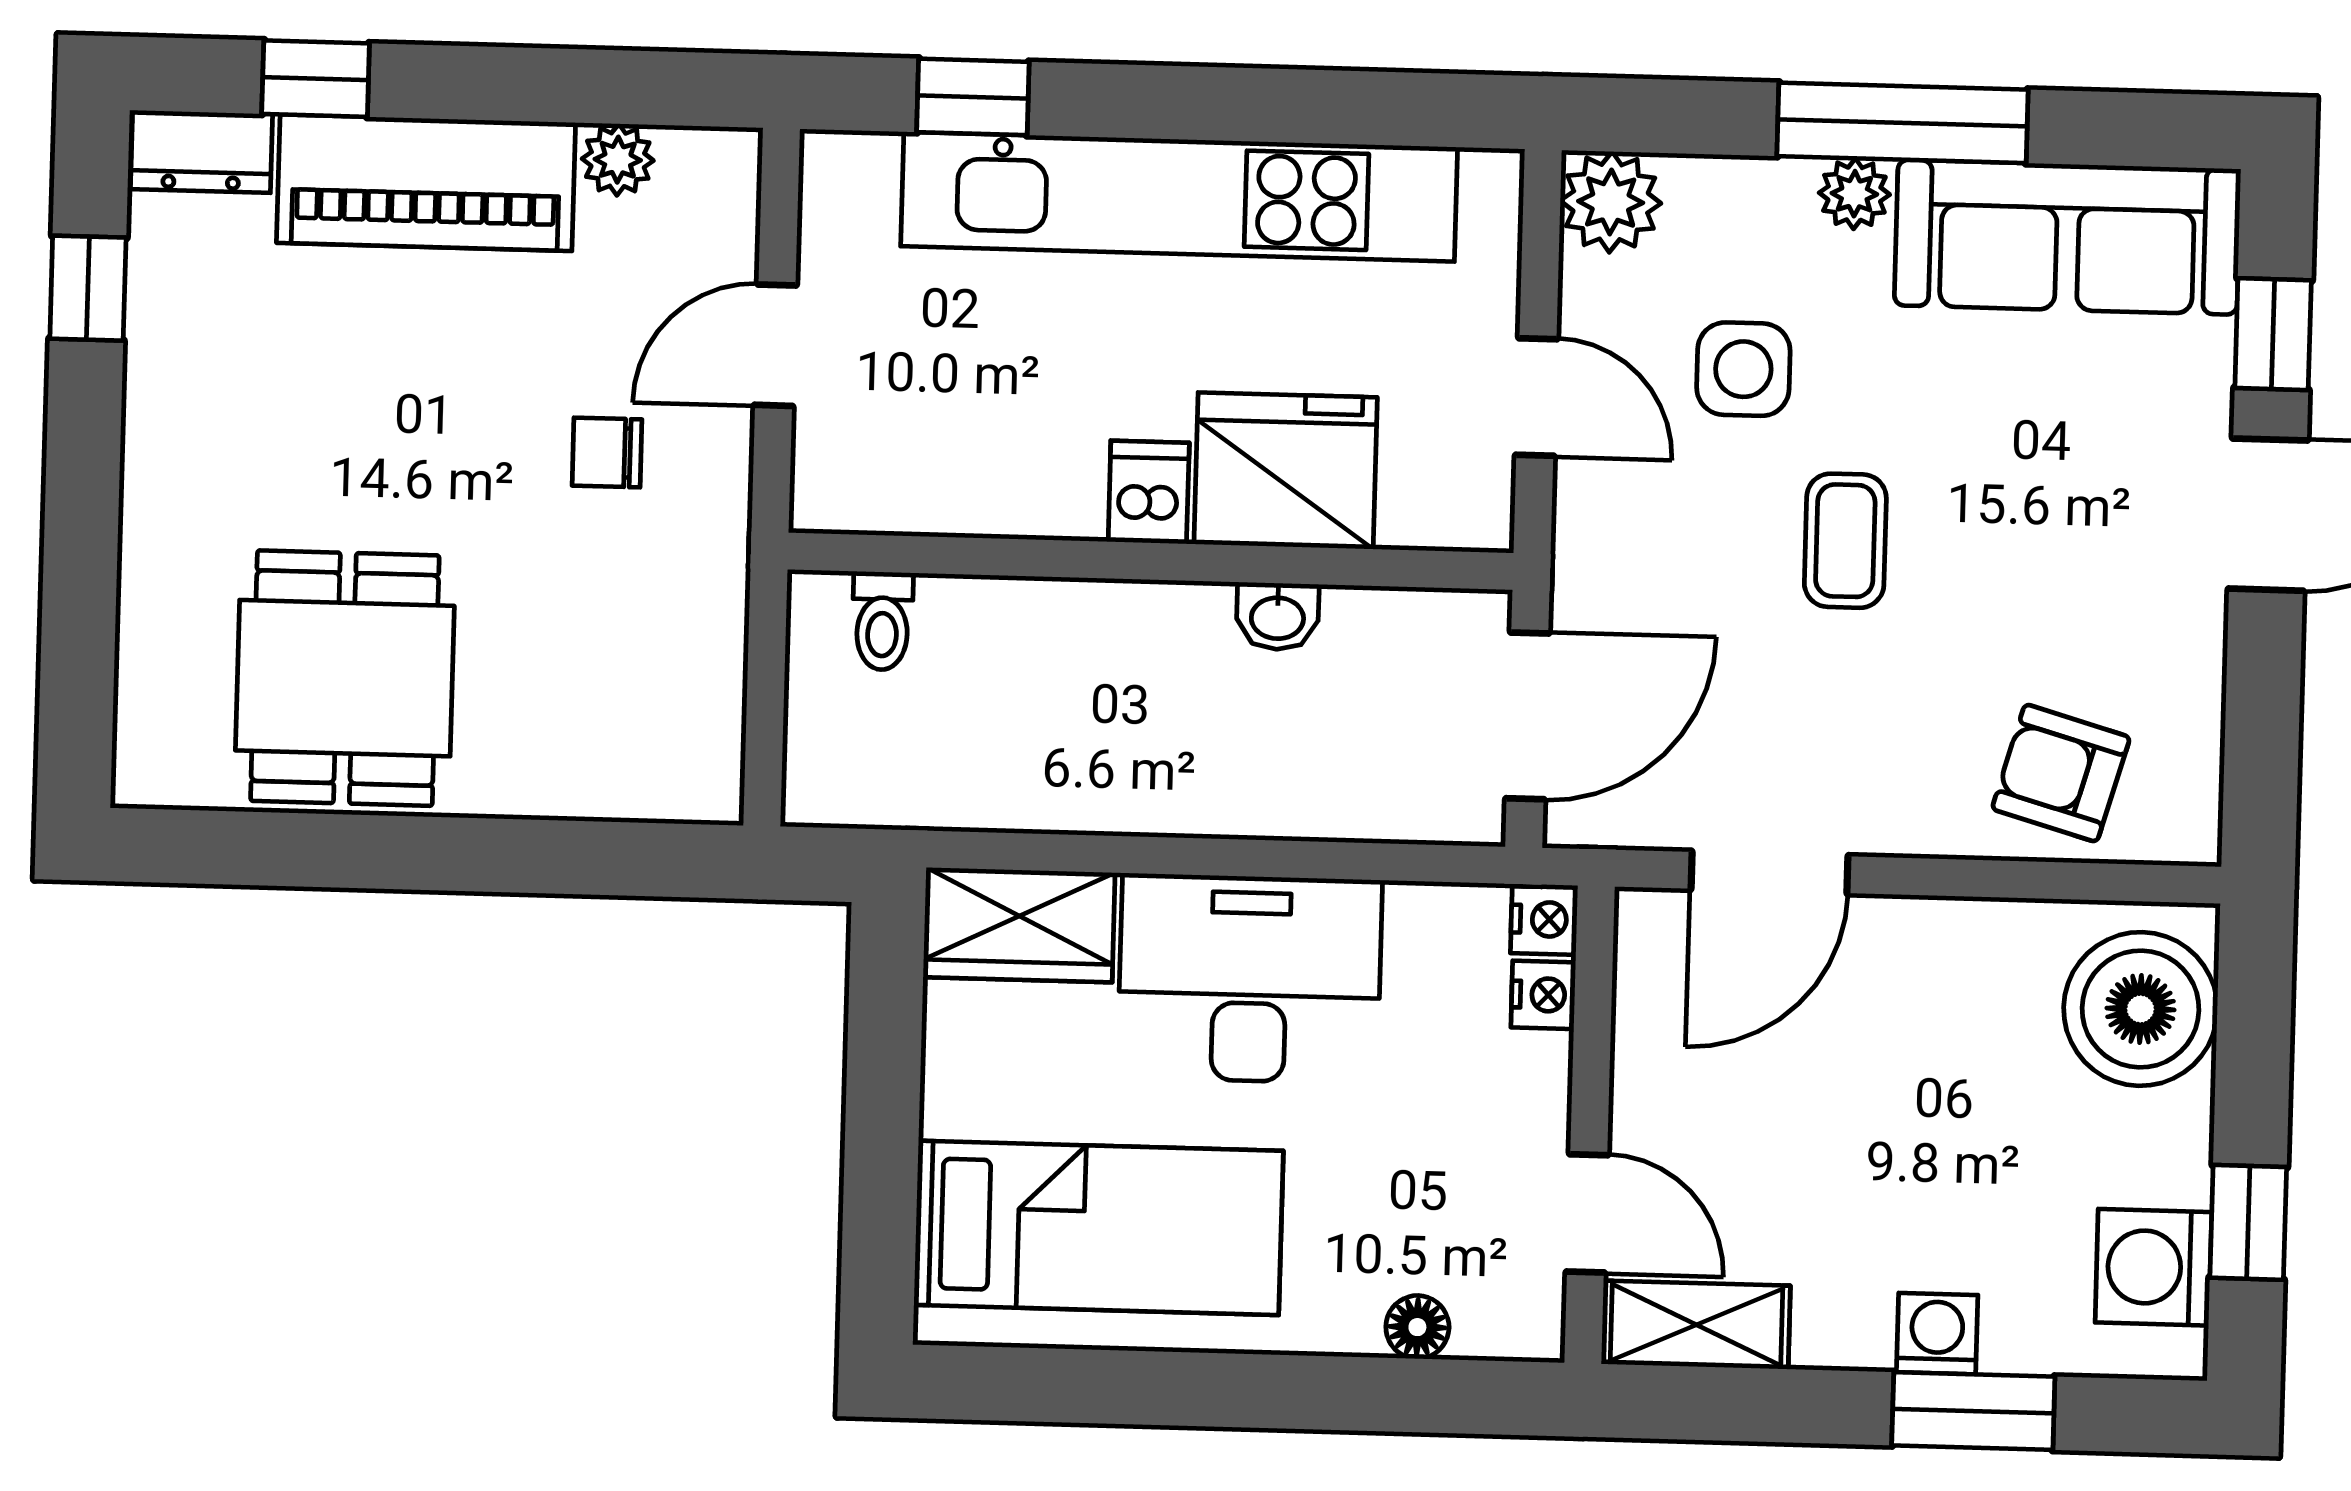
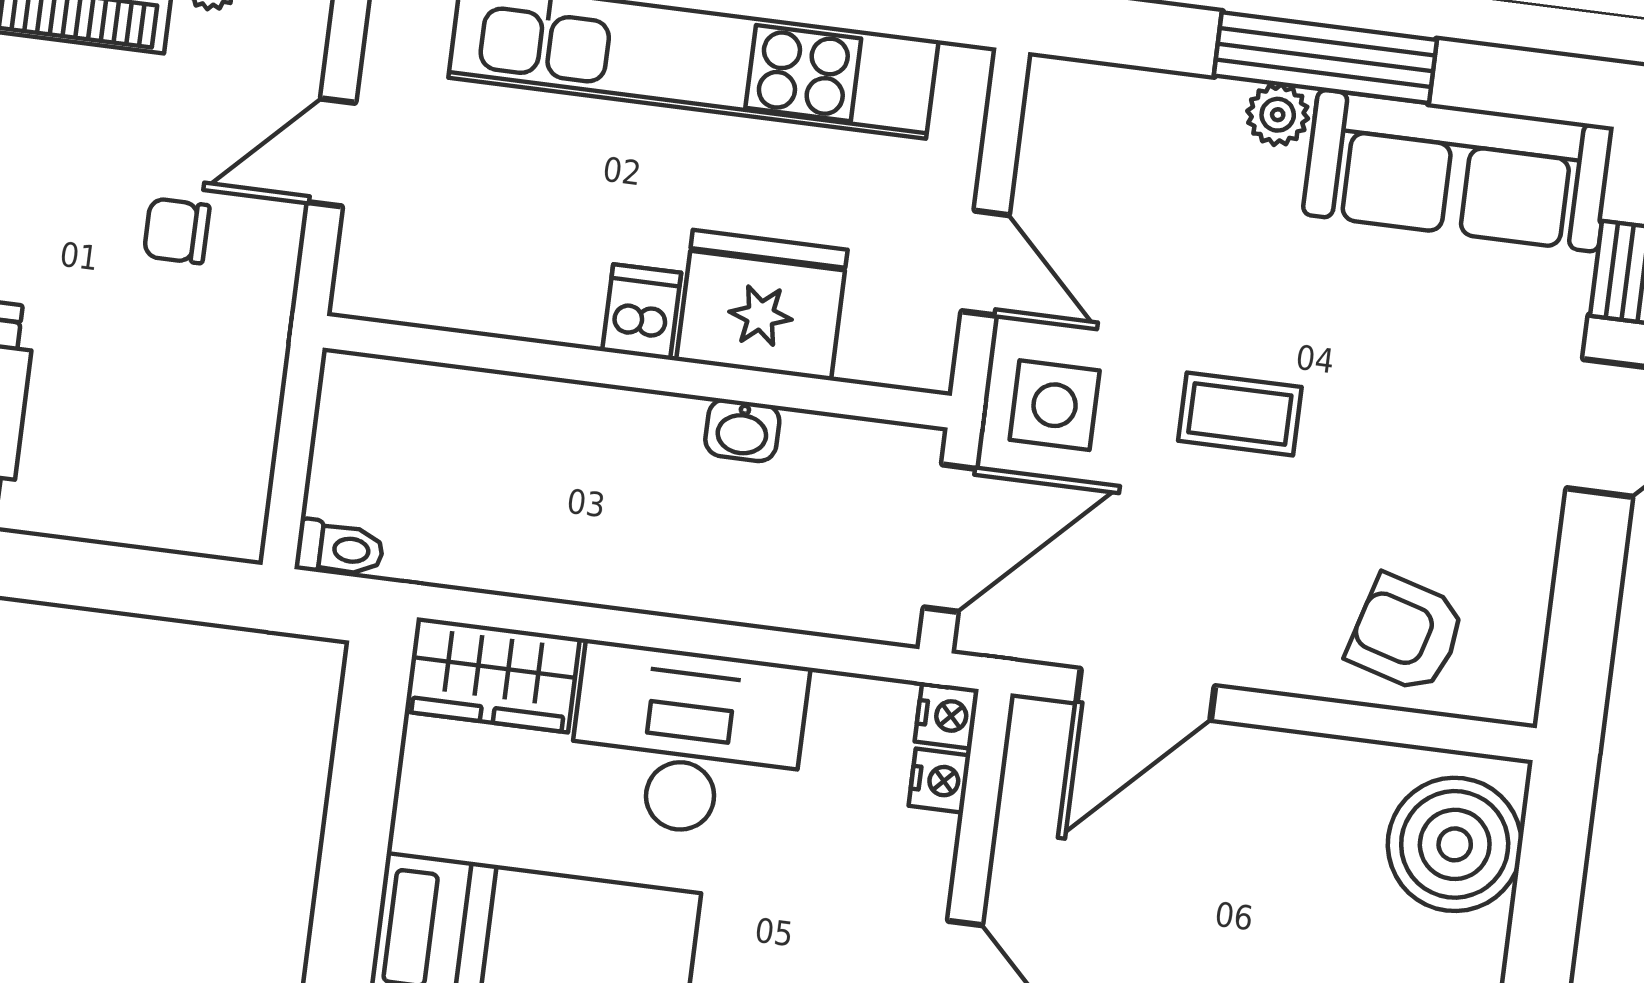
plant: (1611, 202) -> (1066, 101), removed
side table: (1743, 369) -> (1055, 405), moved
coffee table: (1845, 541) -> (1240, 414), turned 90
toilet: (882, 621) -> (340, 549), moved, turned -90

